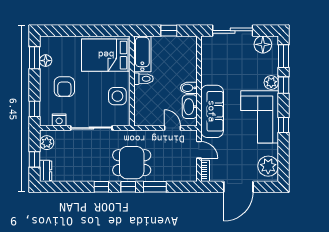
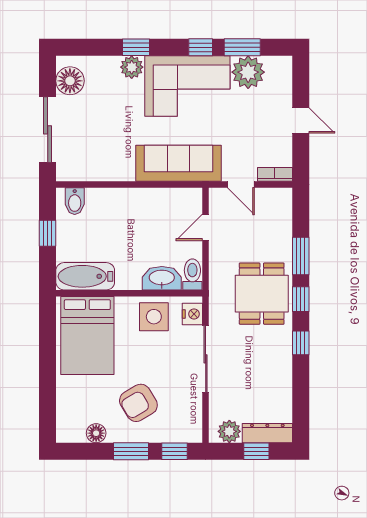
window: (283, 56) -> (242, 47), moved
window: (35, 58) -> (131, 451), moved
toilet: (143, 79) -> (192, 274), moved
armchair: (64, 87) -> (138, 403), turned 149
bidet: (189, 88) -> (75, 201), moved
washbasin: (190, 107) -> (162, 278), moved, turned 180
nightstand: (59, 120) -> (192, 314), moved
door: (199, 150) -> (241, 184), swing flipped
plant: (268, 166) -> (248, 72), moved
dresser: (46, 171) -> (267, 433), width x1.44
door: (238, 187) -> (301, 121), width x0.53

